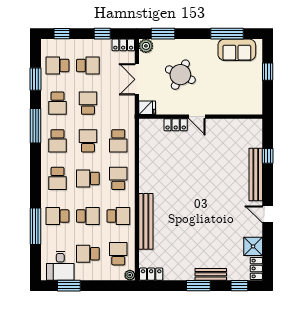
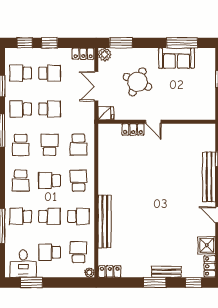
window: (102, 34) -> (50, 43), moved
sofa: (237, 50) -> (177, 58), moved
school desk: (57, 103) -> (21, 109), turned 90
school desk: (88, 103) -> (50, 109), turned 90

